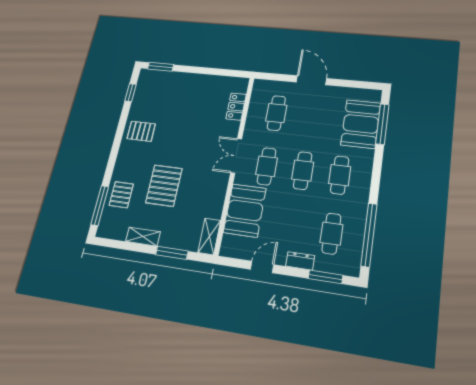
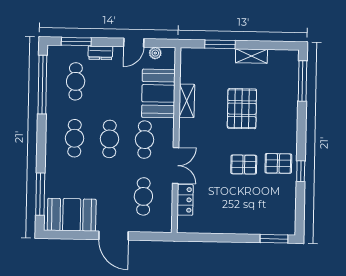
window: (131, 93) -> (301, 171), moved
booth: (361, 124) -> (72, 215), moved, turned 90
double door: (236, 156) -> (176, 166), moved
pallet: (121, 195) -> (244, 164), moved, turned 90
shelving: (209, 236) -> (187, 101), moved
plant: (241, 253) -> (155, 53), added

